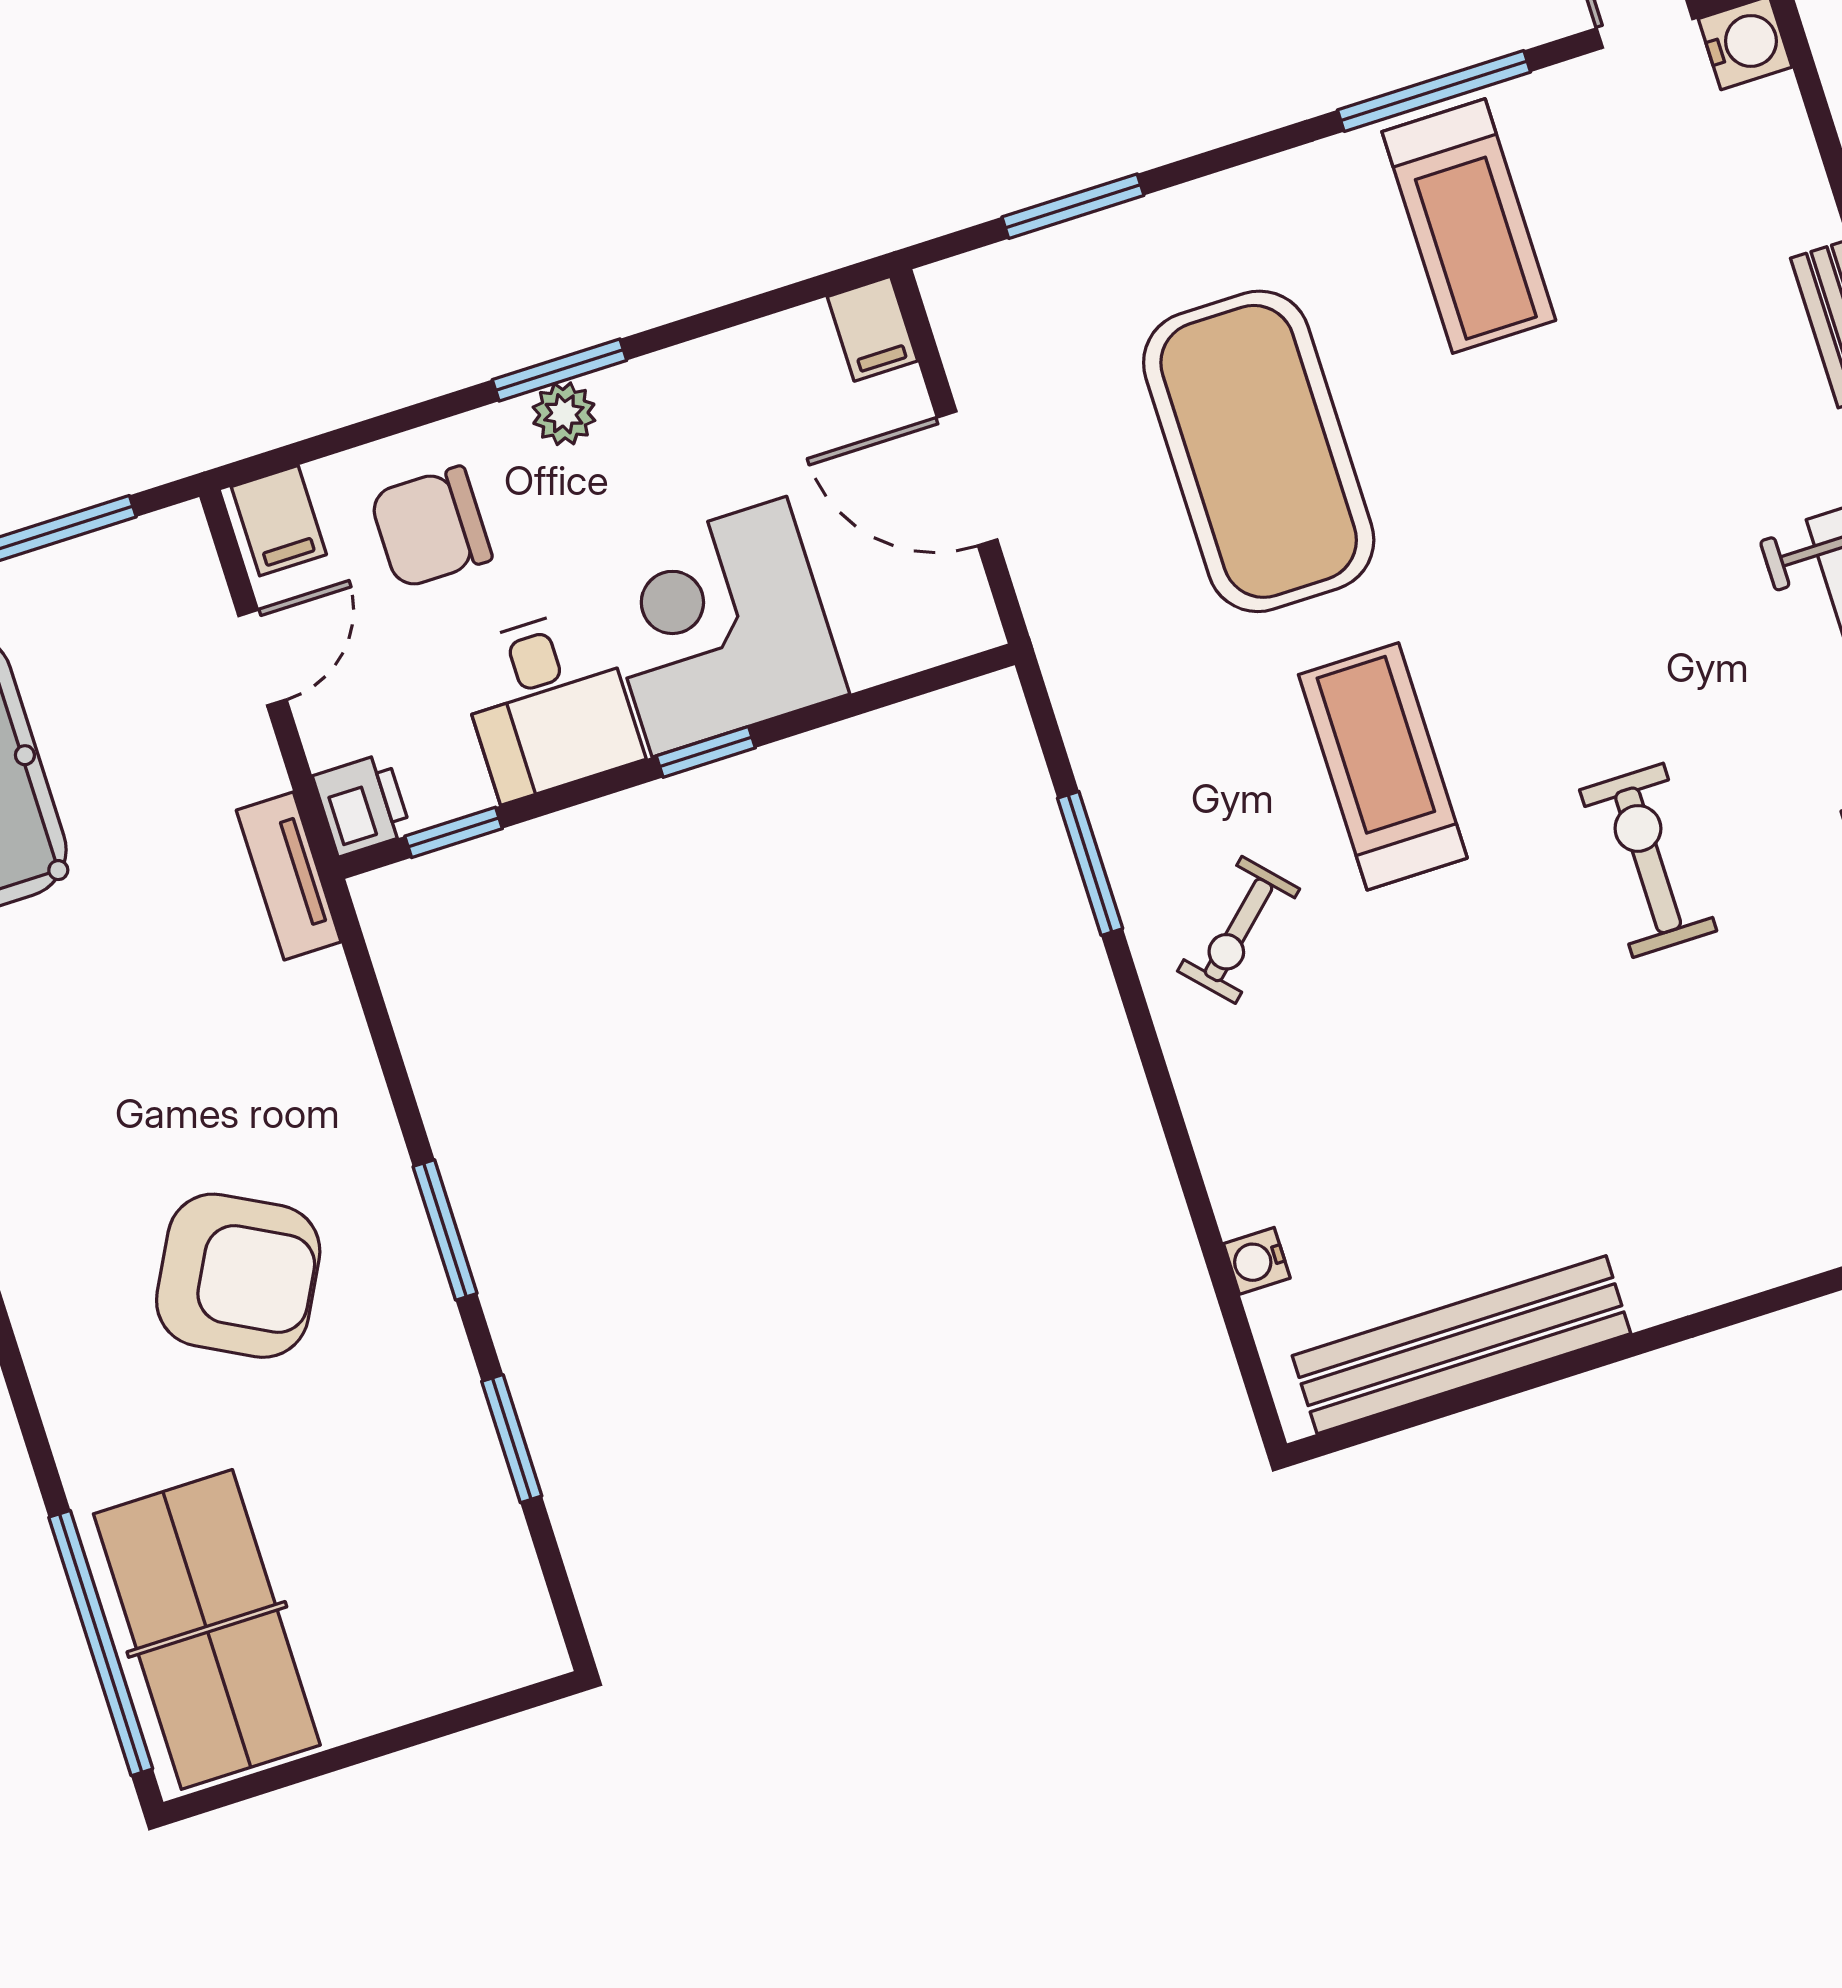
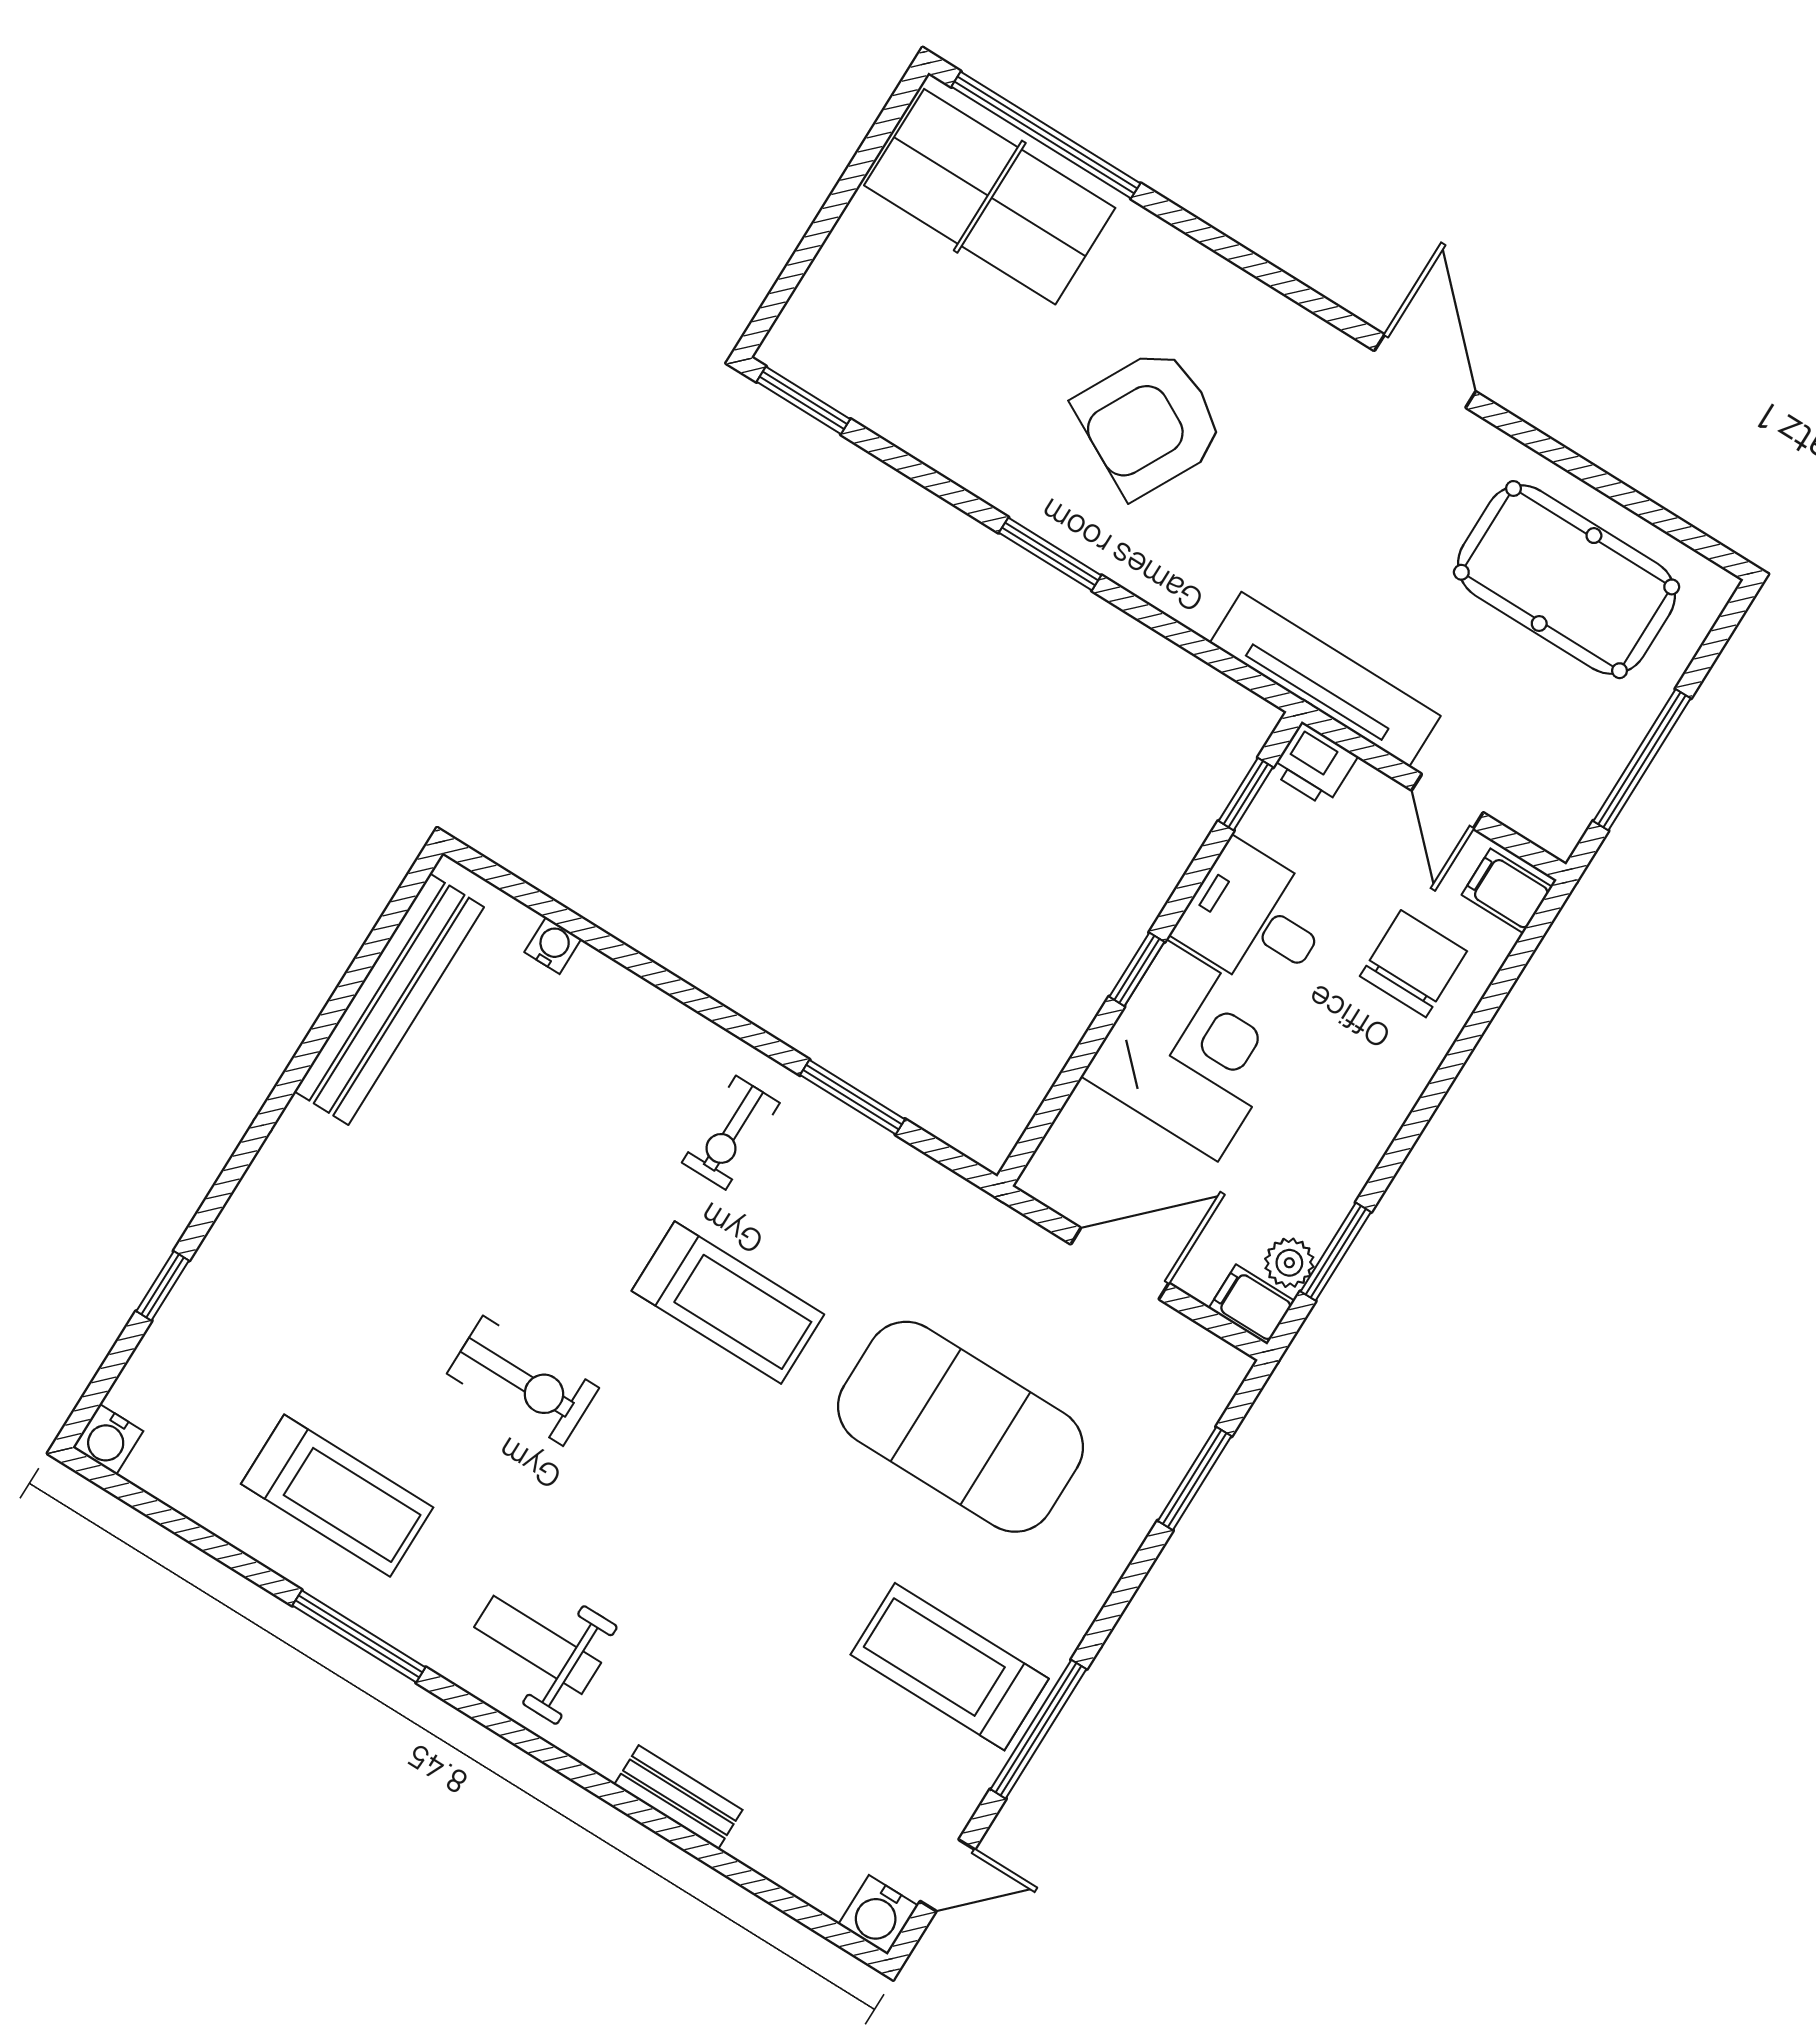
window: (559, 370) -> (1336, 1252), moved
plant: (564, 414) -> (1289, 1263), moved
tv unit: (289, 876) -> (1325, 679), width x1.92, depth x1.29
exercise bike: (1239, 930) -> (731, 1133), turned -137
window: (512, 1439) -> (803, 400), moved

